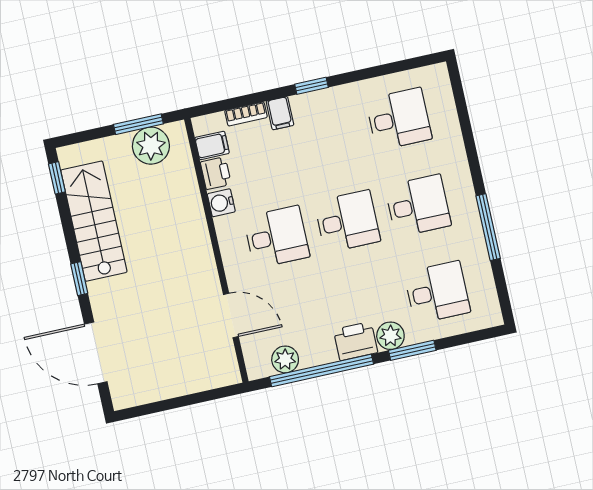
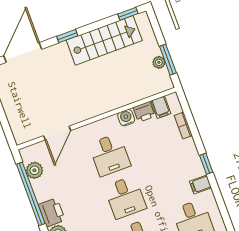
filing cabinet: (280, 113) -> (201, 184), moved
plant: (151, 146) -> (159, 62), width x0.53, depth x0.53

